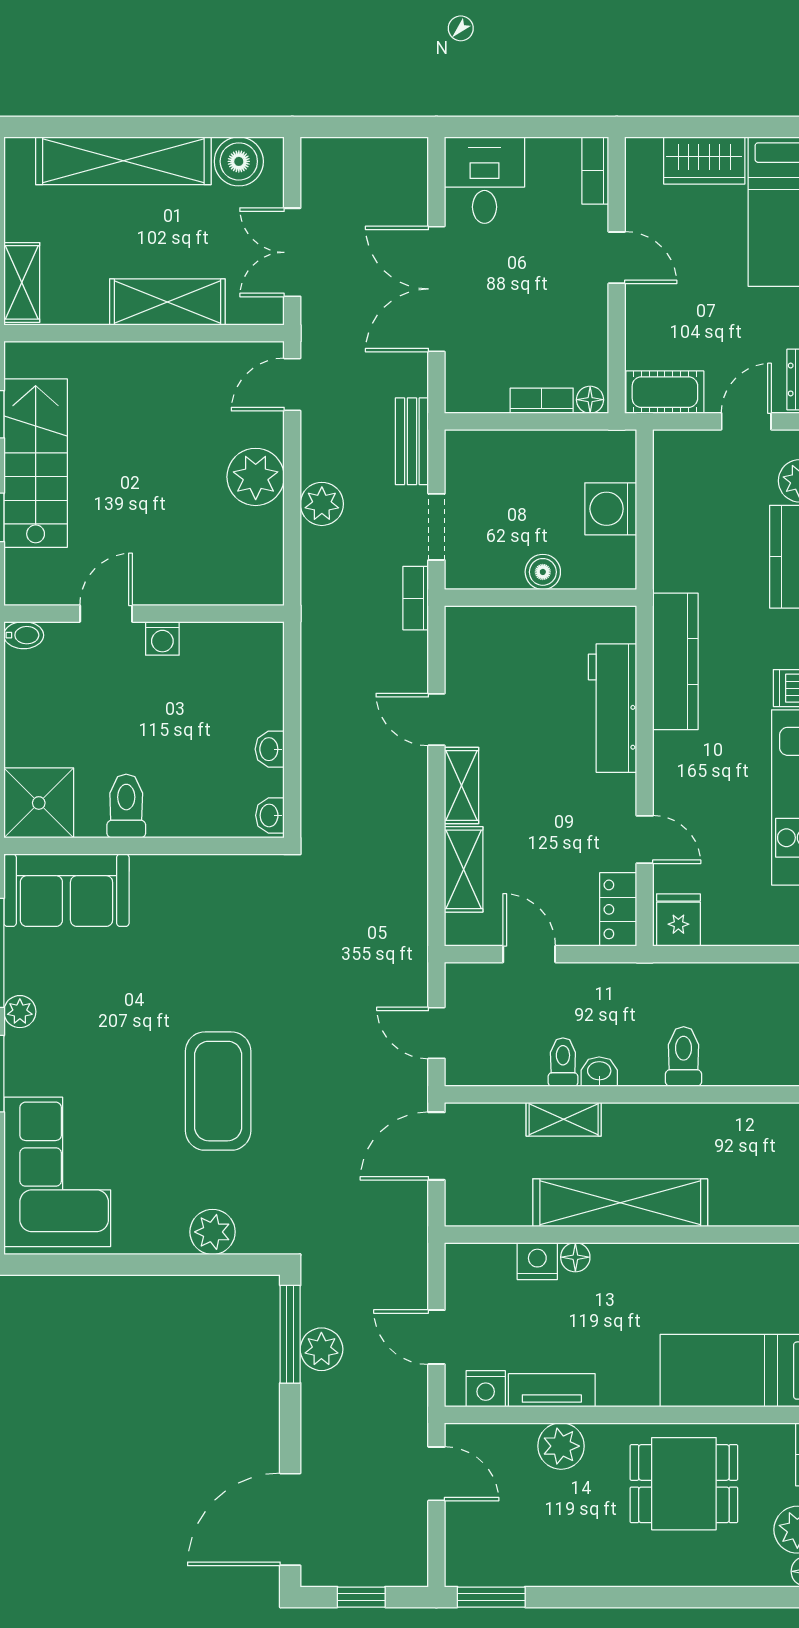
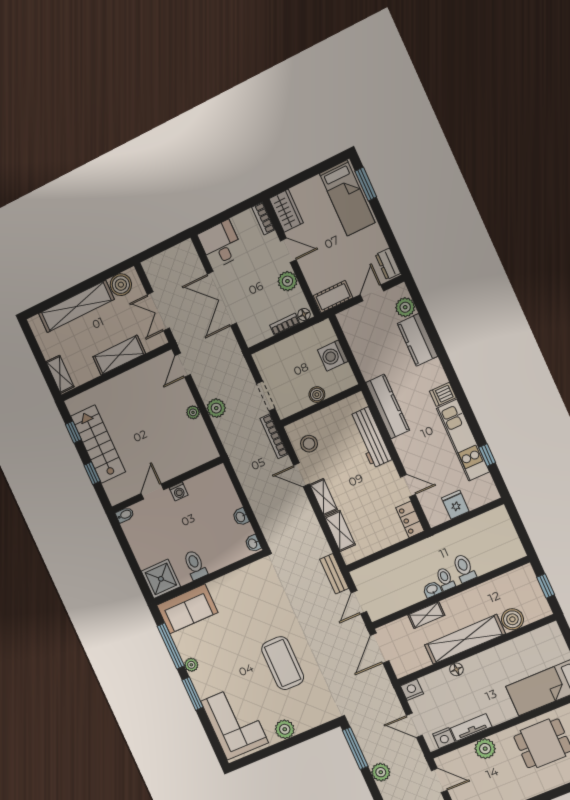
wardrobe: (704, 160) -> (286, 211), moved, turned -90
plant: (587, 318) -> (287, 281), added
bench: (412, 441) -> (334, 574), moved
plant: (256, 477) -> (193, 412), width x0.53, depth x0.53
bookcase: (416, 598) -> (274, 436), width x1.56
stool: (481, 664) -> (309, 444), added
fridge: (678, 920) -> (455, 505), moved
door: (529, 954) -> (382, 554), removed
door: (436, 1033) -> (359, 602), hinge flipped
toilet: (563, 1062) -> (445, 579), moved
boiler: (735, 1203) -> (512, 619), added
plant: (213, 1232) -> (285, 729), moved
nightstand: (537, 1261) -> (412, 690), moved
plant: (321, 1349) -> (381, 772), moved

